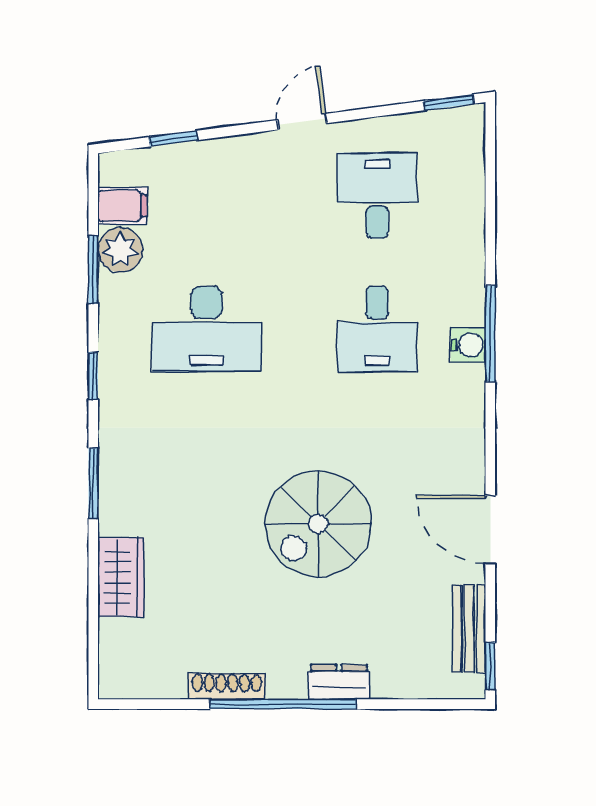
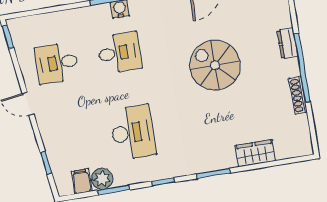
spiral stairs: (318, 524) -> (215, 65), turned 180

